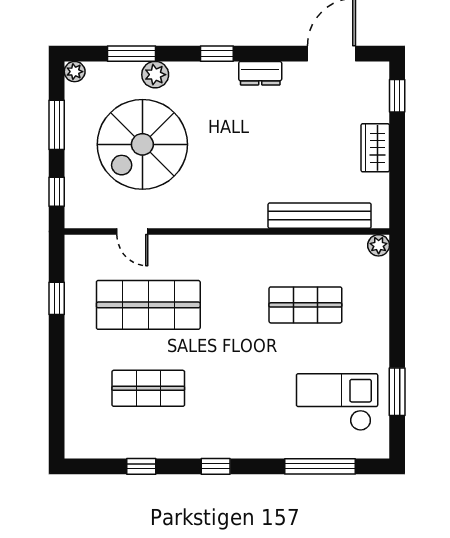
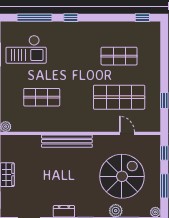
bench: (320, 216) -> (67, 141), moved
window: (141, 466) -> (142, 18), moved
window: (216, 466) -> (71, 18), moved

